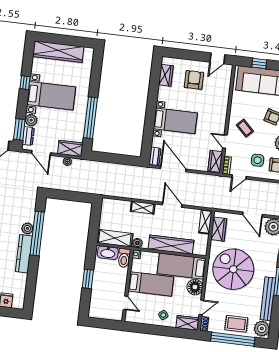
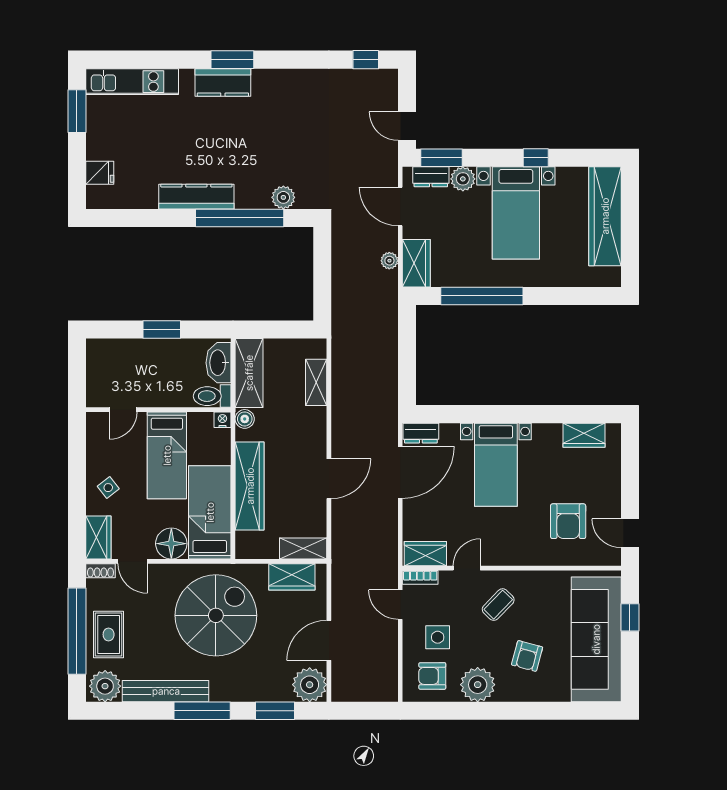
armchair: (194, 80) -> (568, 521), moved, turned 90
door: (41, 153) -> (400, 207), hinge flipped
shelving: (143, 208) -> (316, 382), moved
plant: (27, 228) -> (283, 197), moved

